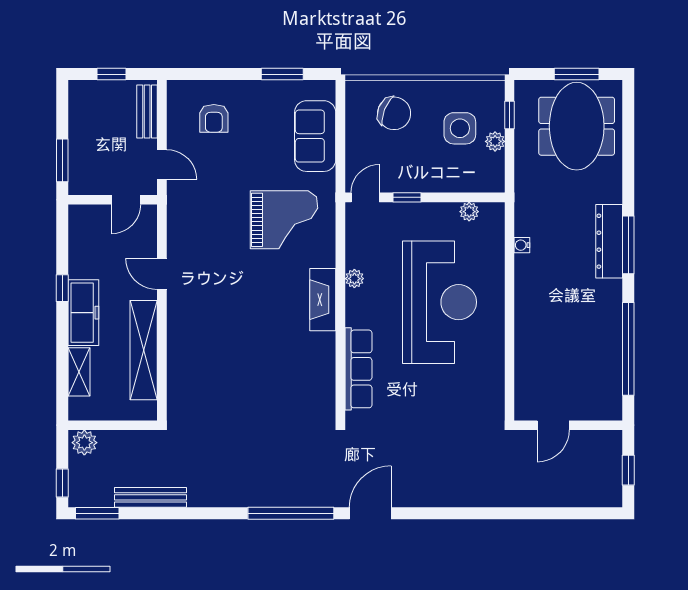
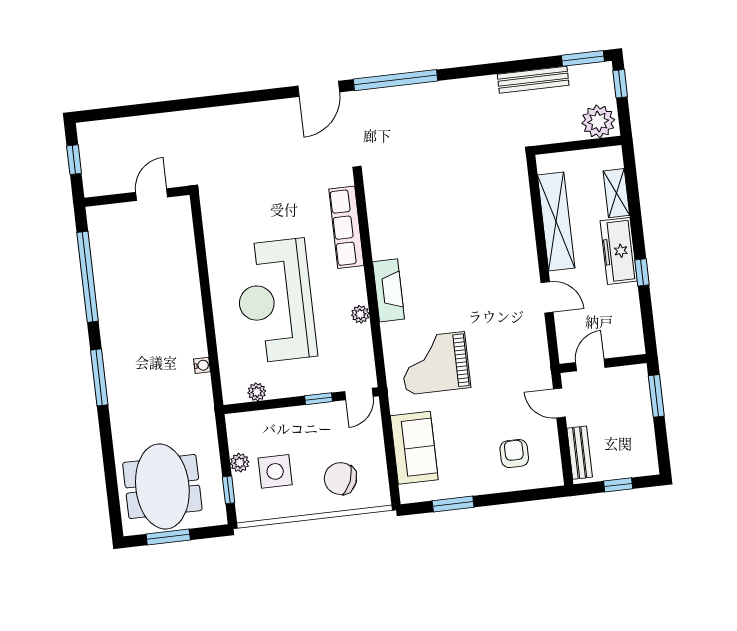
dresser: (609, 241) -> (118, 379), removed
plant: (84, 443) -> (598, 121), width x1.36, depth x1.36

